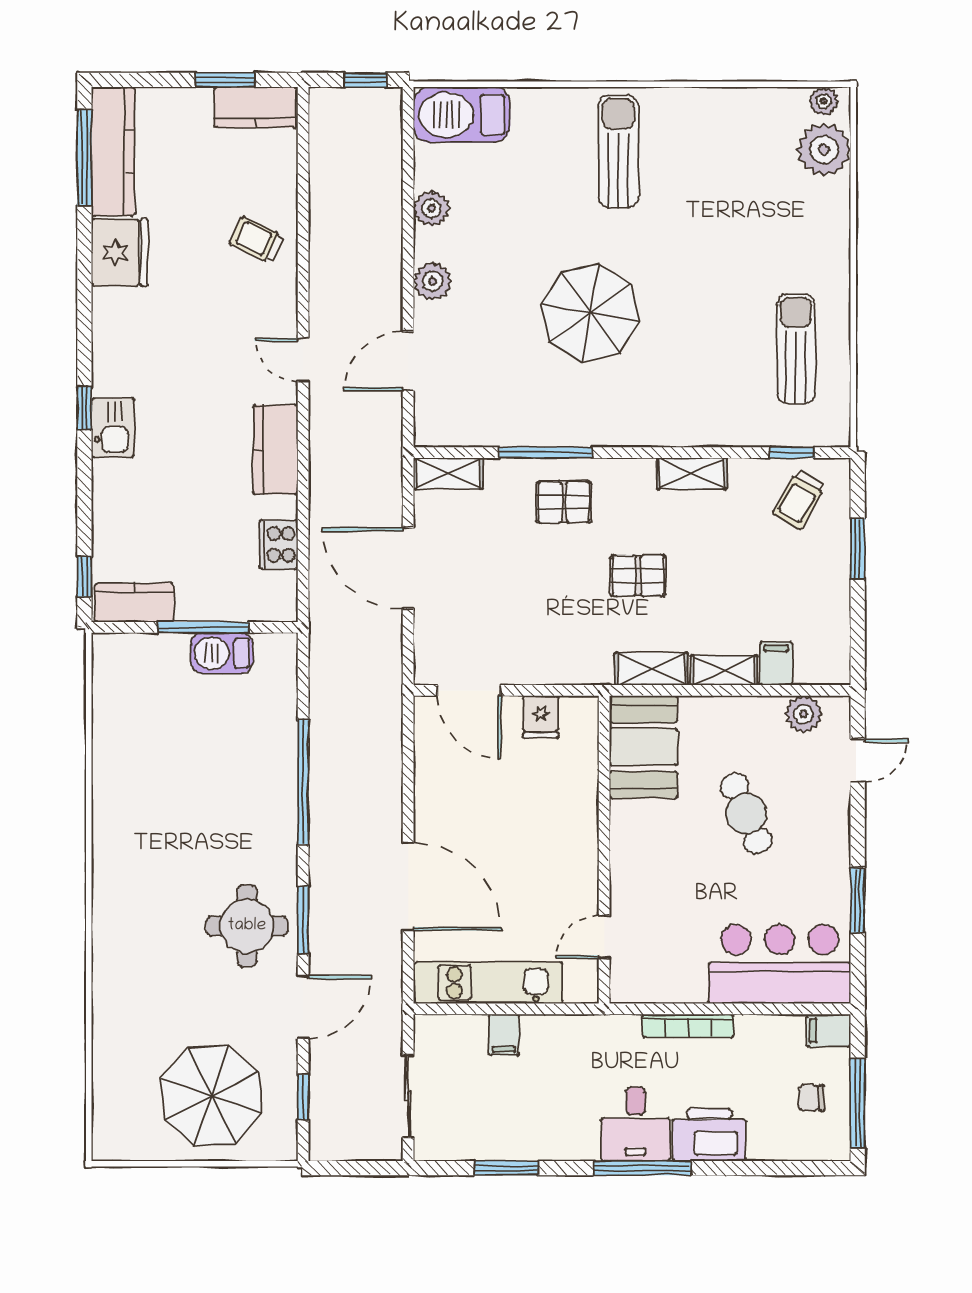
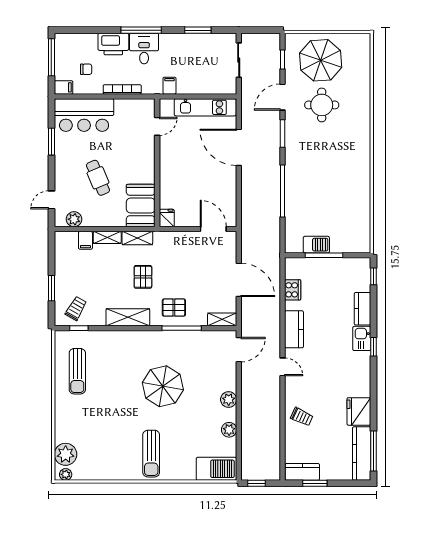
door: (408, 361) -> (239, 350), moved
shelving: (692, 473) -> (128, 317), width x1.50, depth x1.33
pallet: (638, 576) -> (143, 277), turned 90
kitchen counter: (134, 603) -> (362, 309), moved, turned 90
fridge: (541, 717) -> (167, 218), moved
round table: (247, 926) -> (322, 105), moved
filing cabinet: (504, 1035) -> (169, 86), moved
chair: (811, 1098) -> (86, 69), moved

